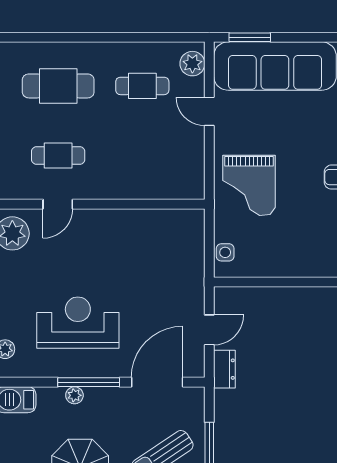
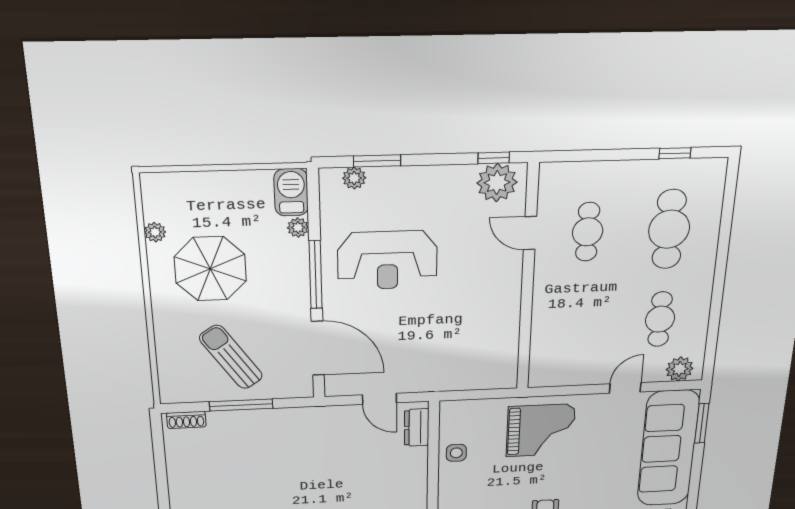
grand piano: (249, 185) -> (541, 430), turned 180
side table: (225, 252) -> (456, 453), moved
reception desk: (78, 323) -> (387, 260), turned 90
dresser: (224, 369) -> (417, 427), moved, turned 90
plant: (74, 395) -> (298, 228), moved

